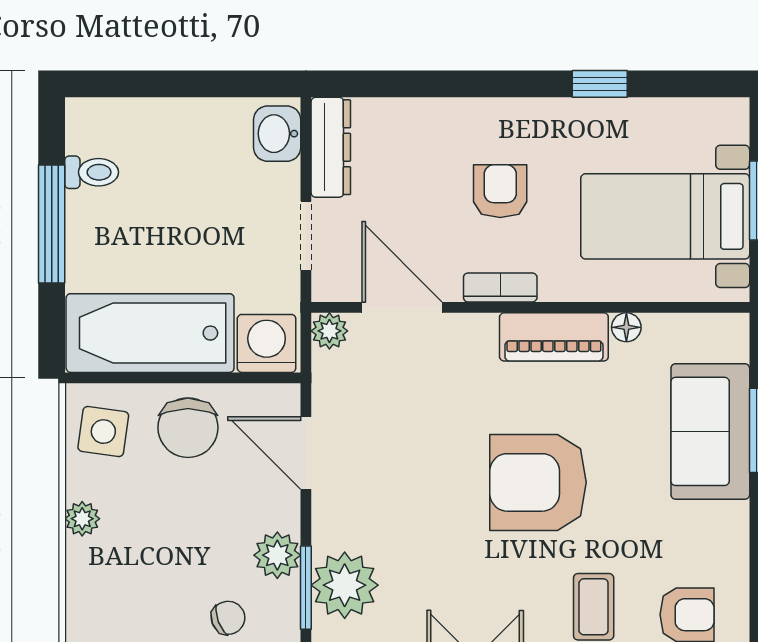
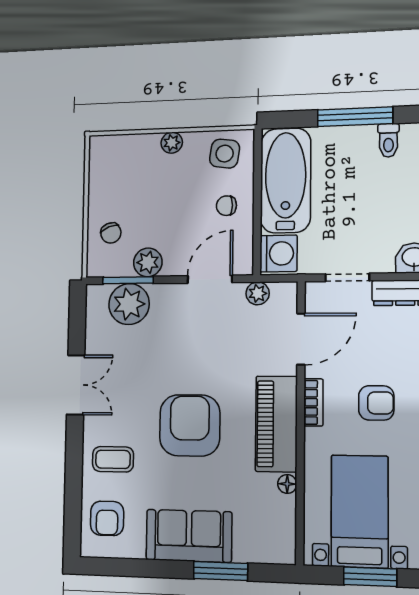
plant: (329, 331) -> (258, 293), moved
piano: (554, 337) -> (276, 424), width x1.37, depth x1.33
chair: (188, 428) -> (226, 206), width x0.54, depth x0.54
sofa: (710, 431) -> (189, 536), moved

